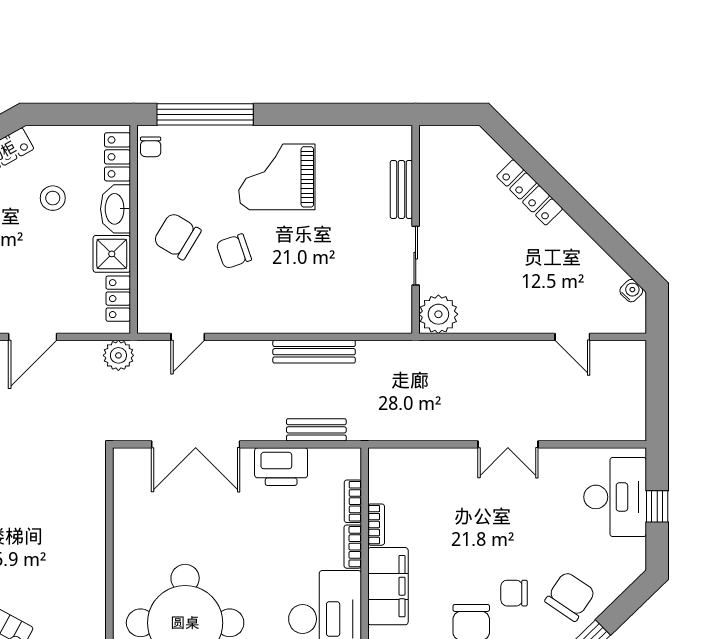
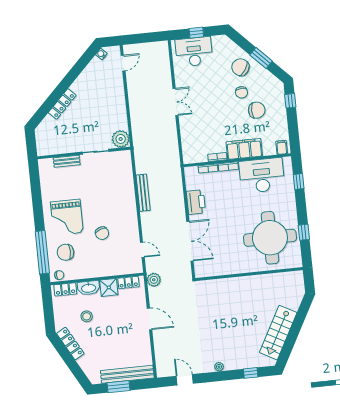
chair: (177, 236) -> (65, 252), moved, turned 59
door: (572, 337) -> (123, 63), moved
bench: (316, 430) -> (178, 188), removed

